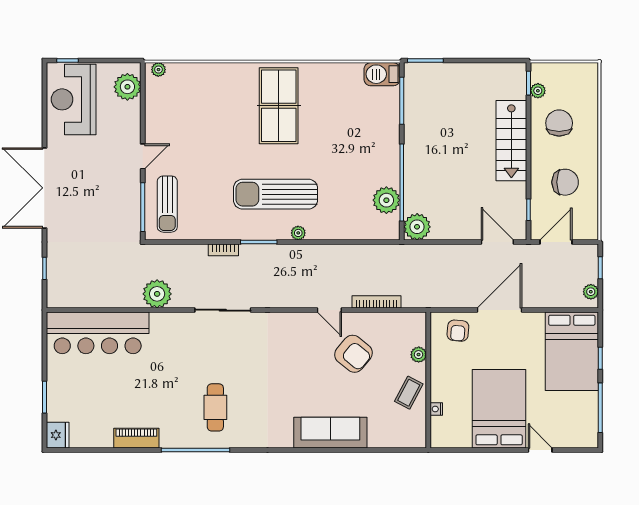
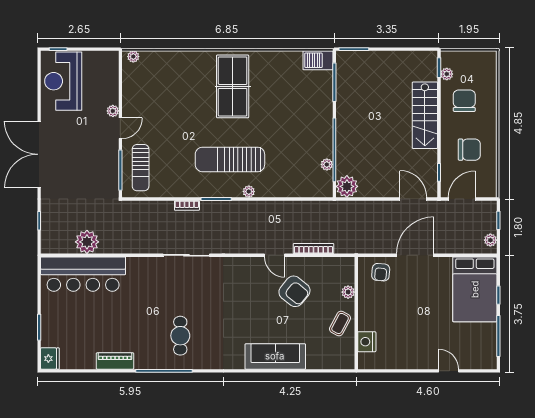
plant: (127, 87) -> (113, 111), moved, width x0.53, depth x0.53
plant: (386, 200) -> (327, 164), width x0.53, depth x0.53
plant: (157, 294) -> (87, 242), moved
nightstand: (436, 409) -> (367, 342), width x1.89, depth x1.79
bed: (499, 409) -> (415, 337), removed

